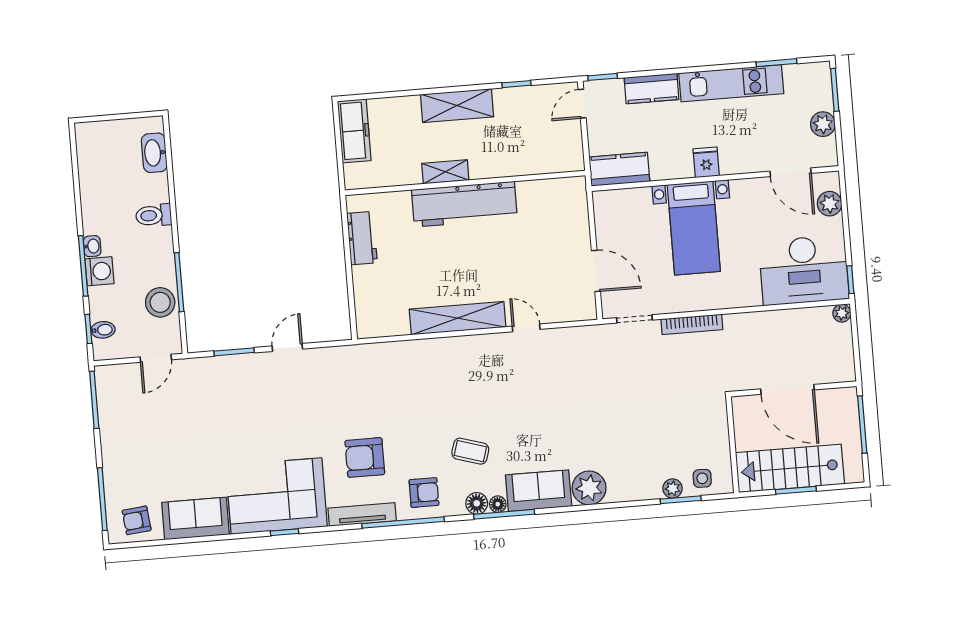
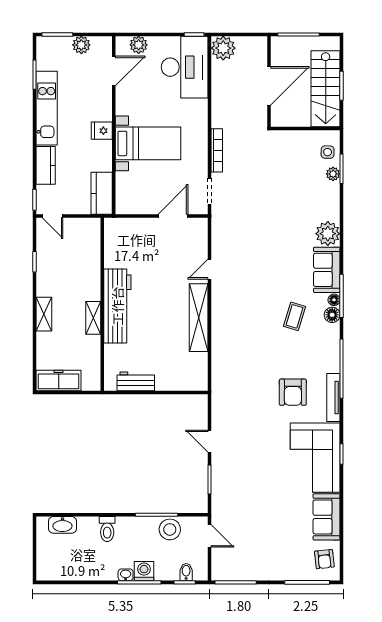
shelving: (457, 105) -> (44, 314), width x0.67, depth x0.75
plant: (842, 313) -> (223, 48), width x1.87, depth x1.87
armchair: (424, 493) -> (321, 352), removed

